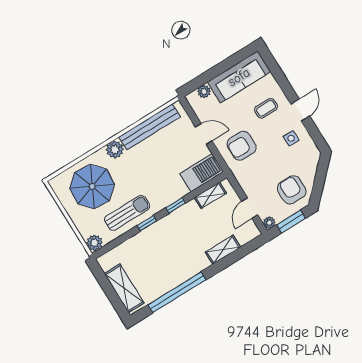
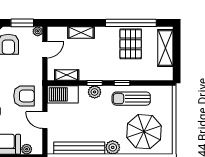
plant: (94, 243) -> (95, 92), moved
pallet: (163, 270) -> (131, 44), added

